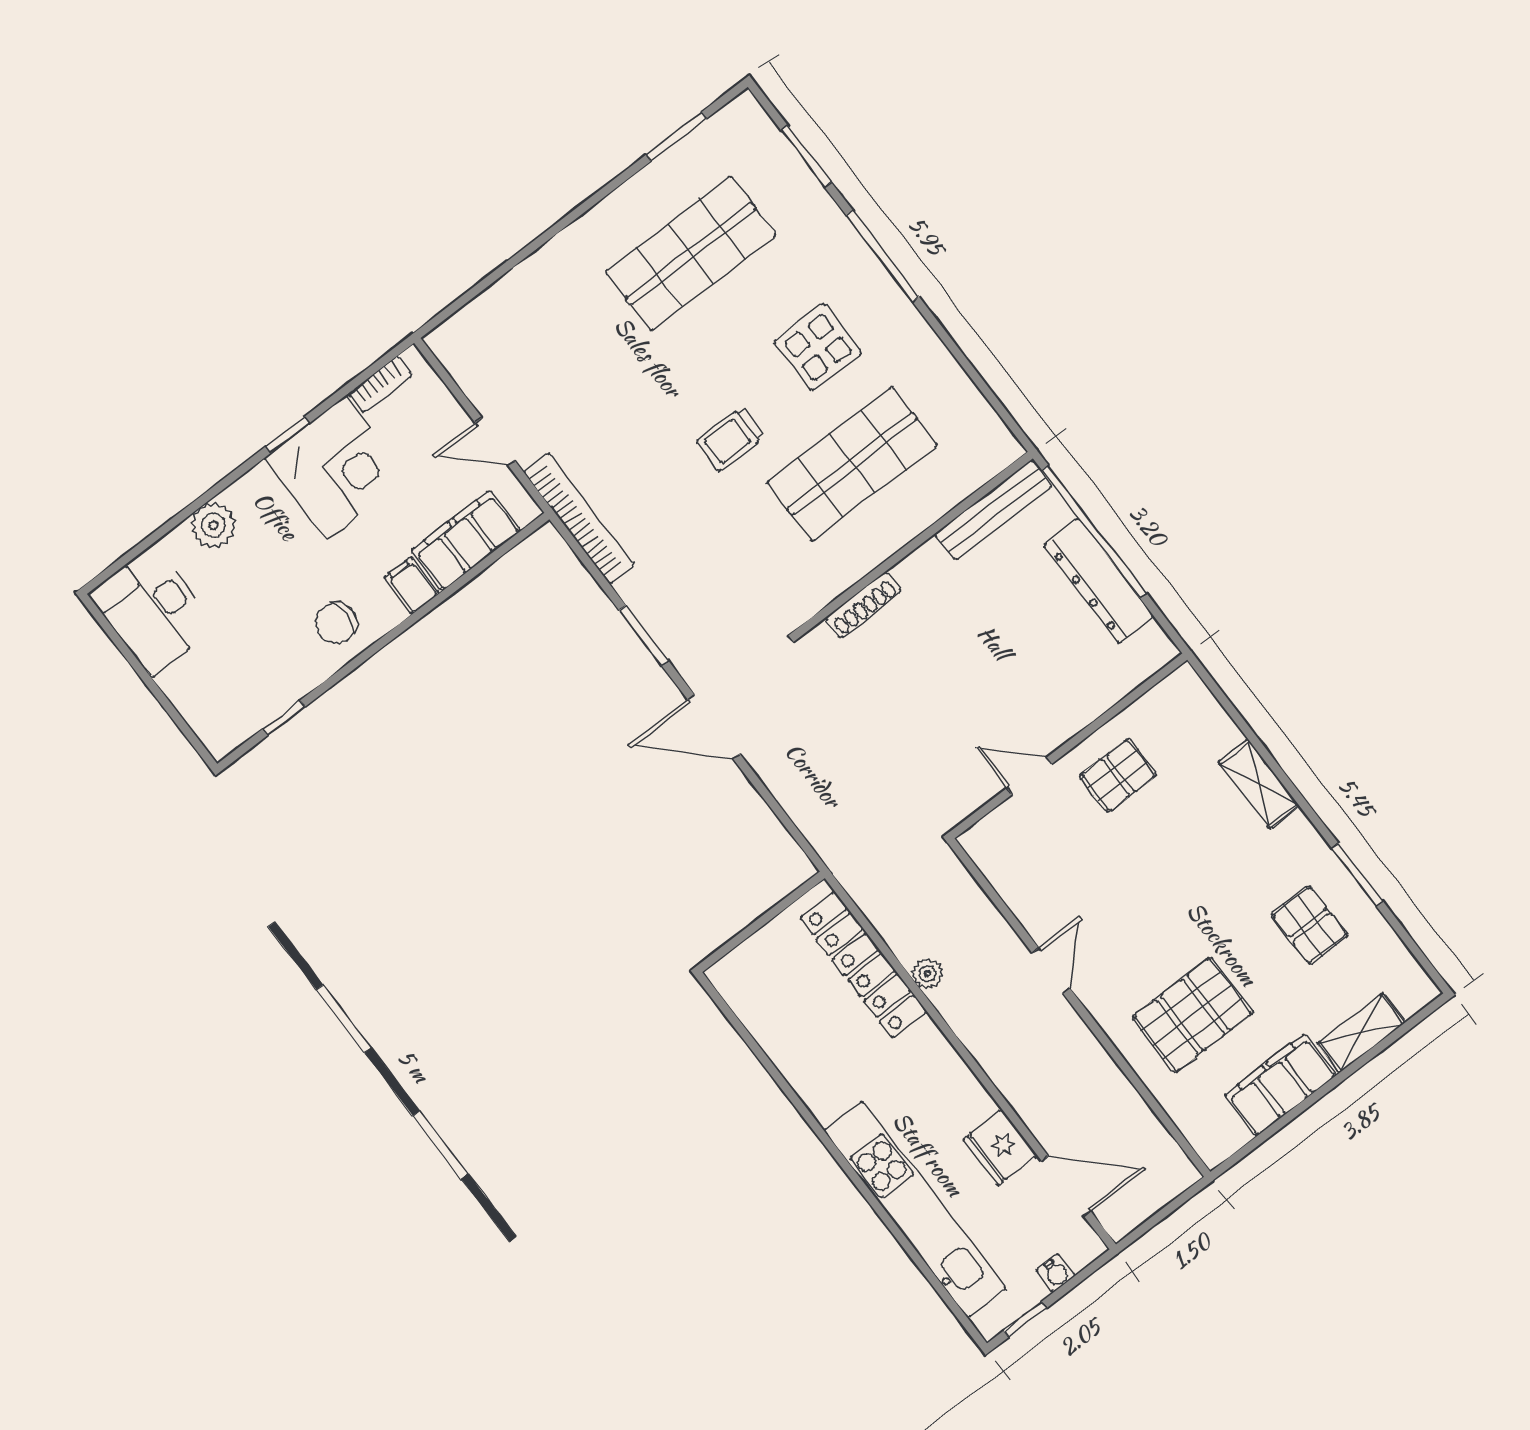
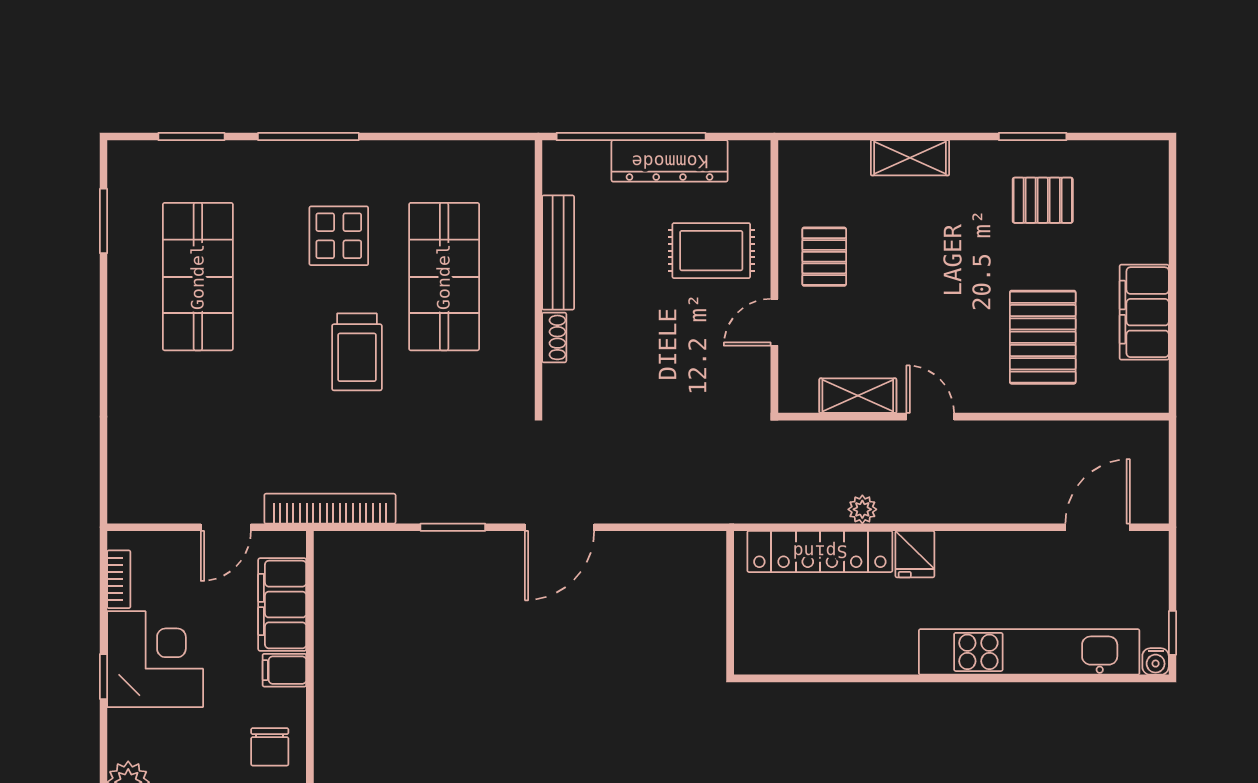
trolley: (731, 439) -> (357, 352), width x1.36, depth x1.39
bench: (993, 510) -> (558, 252), moved
shoe rack: (863, 605) -> (554, 337), width x0.70
rug: (1049, 675) -> (711, 251), added
shelving: (1361, 1033) -> (858, 396), moved, turned 90
fridge: (1000, 1147) -> (915, 554), moved, width x0.72
water cooler: (1056, 1273) -> (1156, 661), moved, turned 90

